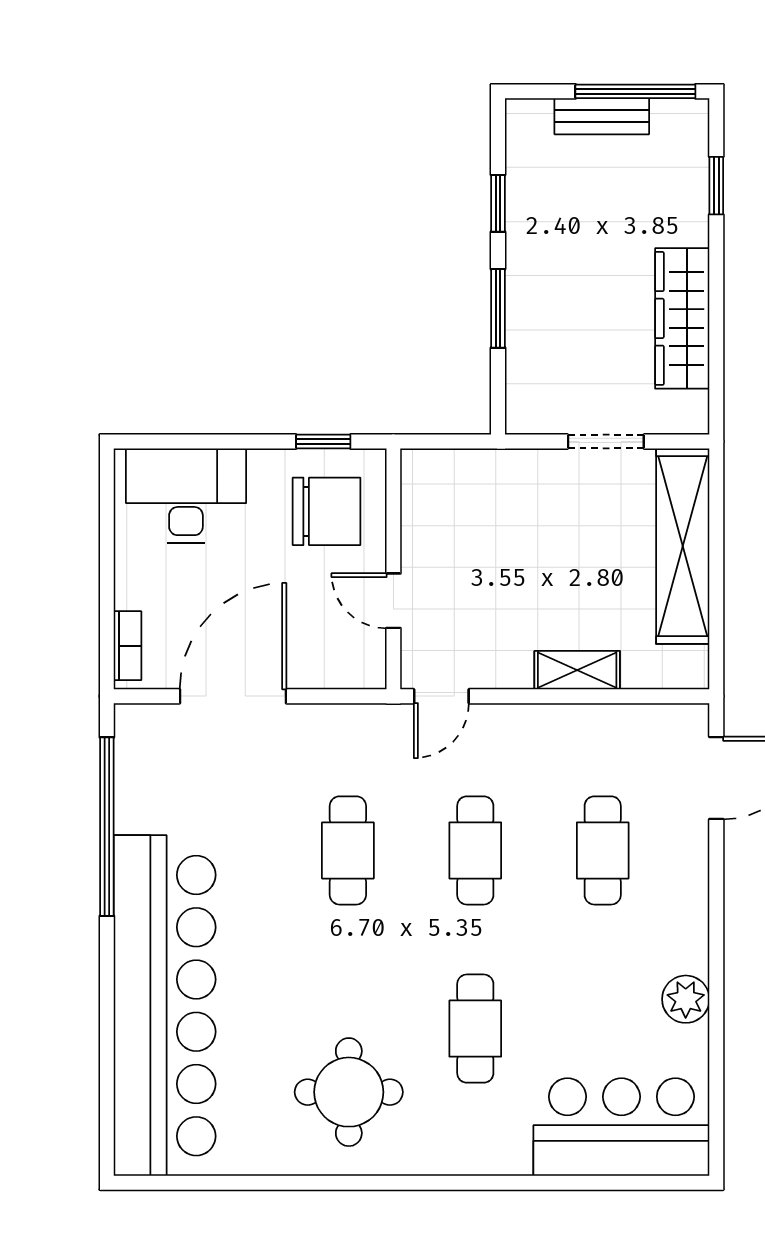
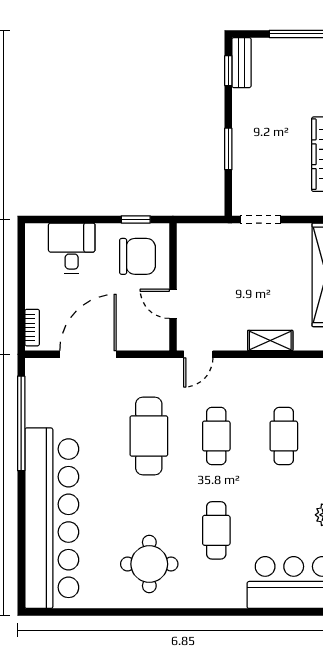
bench: (602, 116) -> (241, 63), moved, turned 90
window: (498, 203) -> (228, 71), moved
doorway: (606, 442) -> (260, 219), moved
desk: (186, 496) -> (72, 248), width x0.73
cafe table: (348, 850) -> (149, 436), width x1.37, depth x1.35

